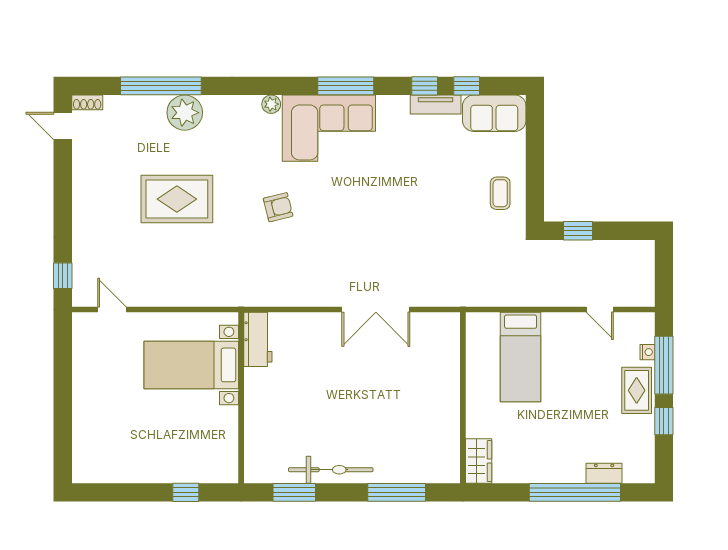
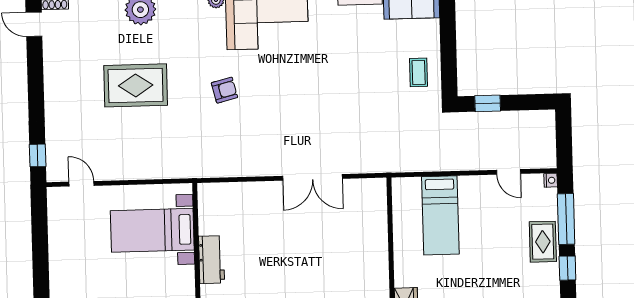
workbench: (258, 339) -> (211, 260), moved
nightstand: (647, 352) -> (551, 180), moved

